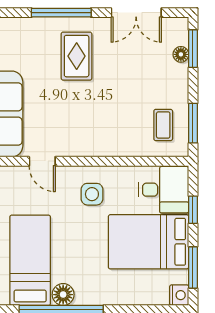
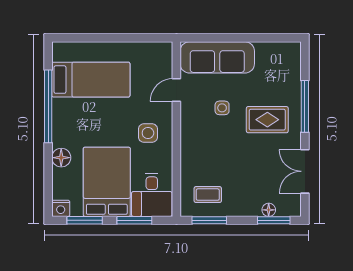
side table: (63, 108) -> (222, 108), added
window: (193, 210) -> (134, 220), width x1.50
floor lamp: (63, 295) -> (61, 158), moved

